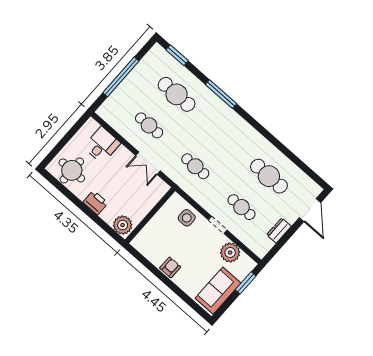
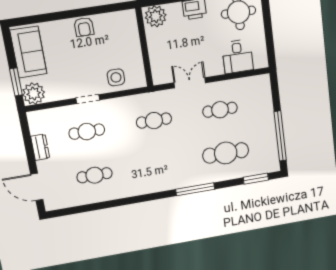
window: (121, 77) -> (280, 136), moved
cafe table: (269, 176) -> (95, 175), width x0.73, depth x0.74
plant: (230, 253) -> (34, 94), moved

